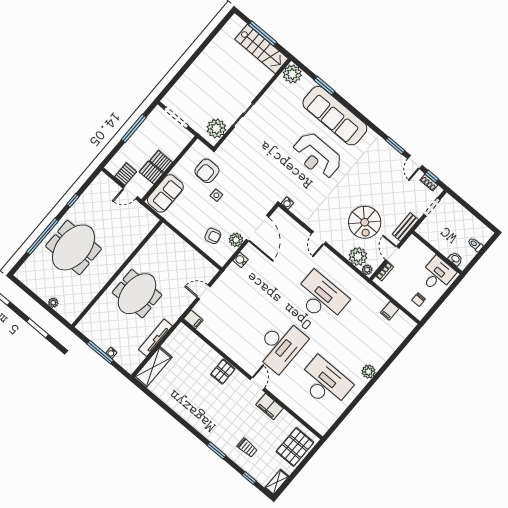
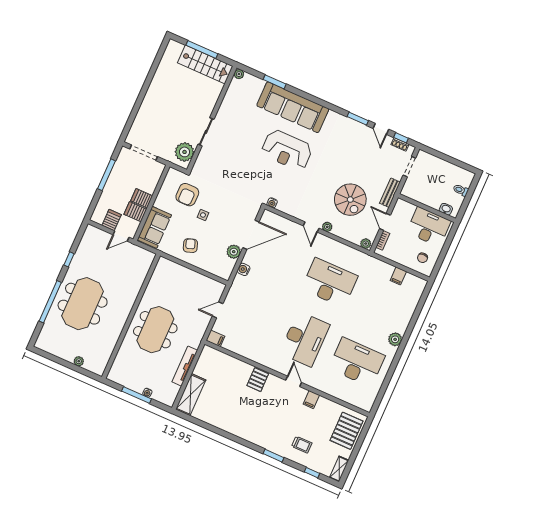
plant: (292, 74) -> (239, 74), width x0.53, depth x0.53
door: (258, 228) -> (251, 235), hinge flipped
armchair: (213, 236) -> (190, 246), moved, turned -94
plant: (358, 257) -> (327, 227), moved, width x0.53, depth x0.53
desk: (437, 275) -> (429, 227), width x1.37
filing cabinet: (269, 407) -> (311, 400), width x0.50

